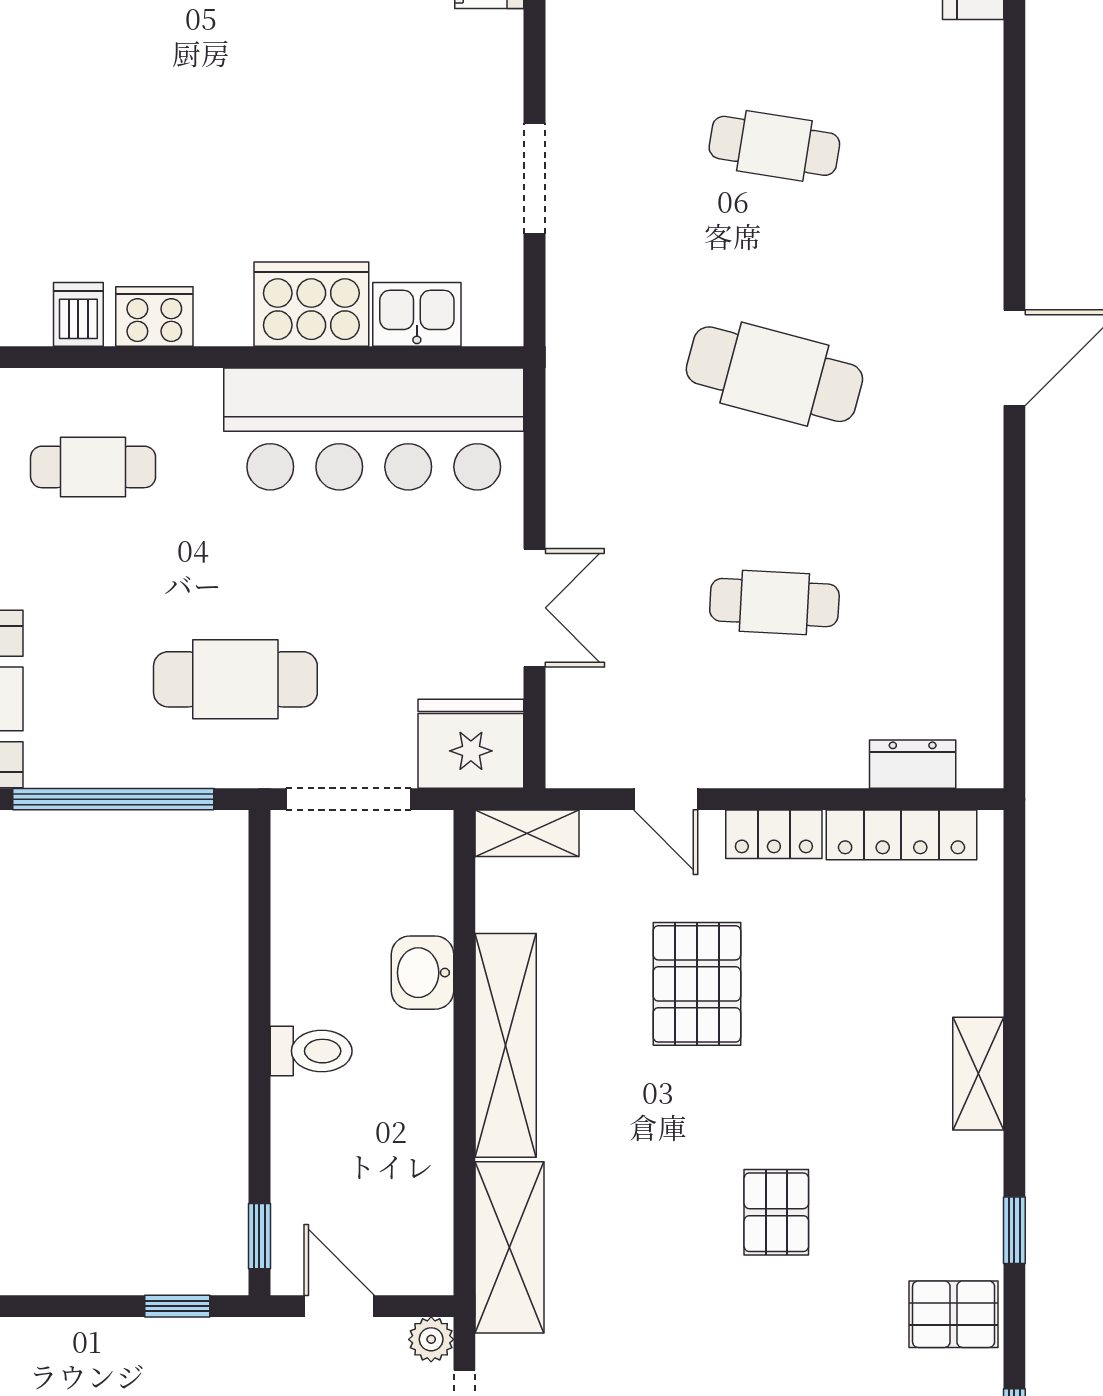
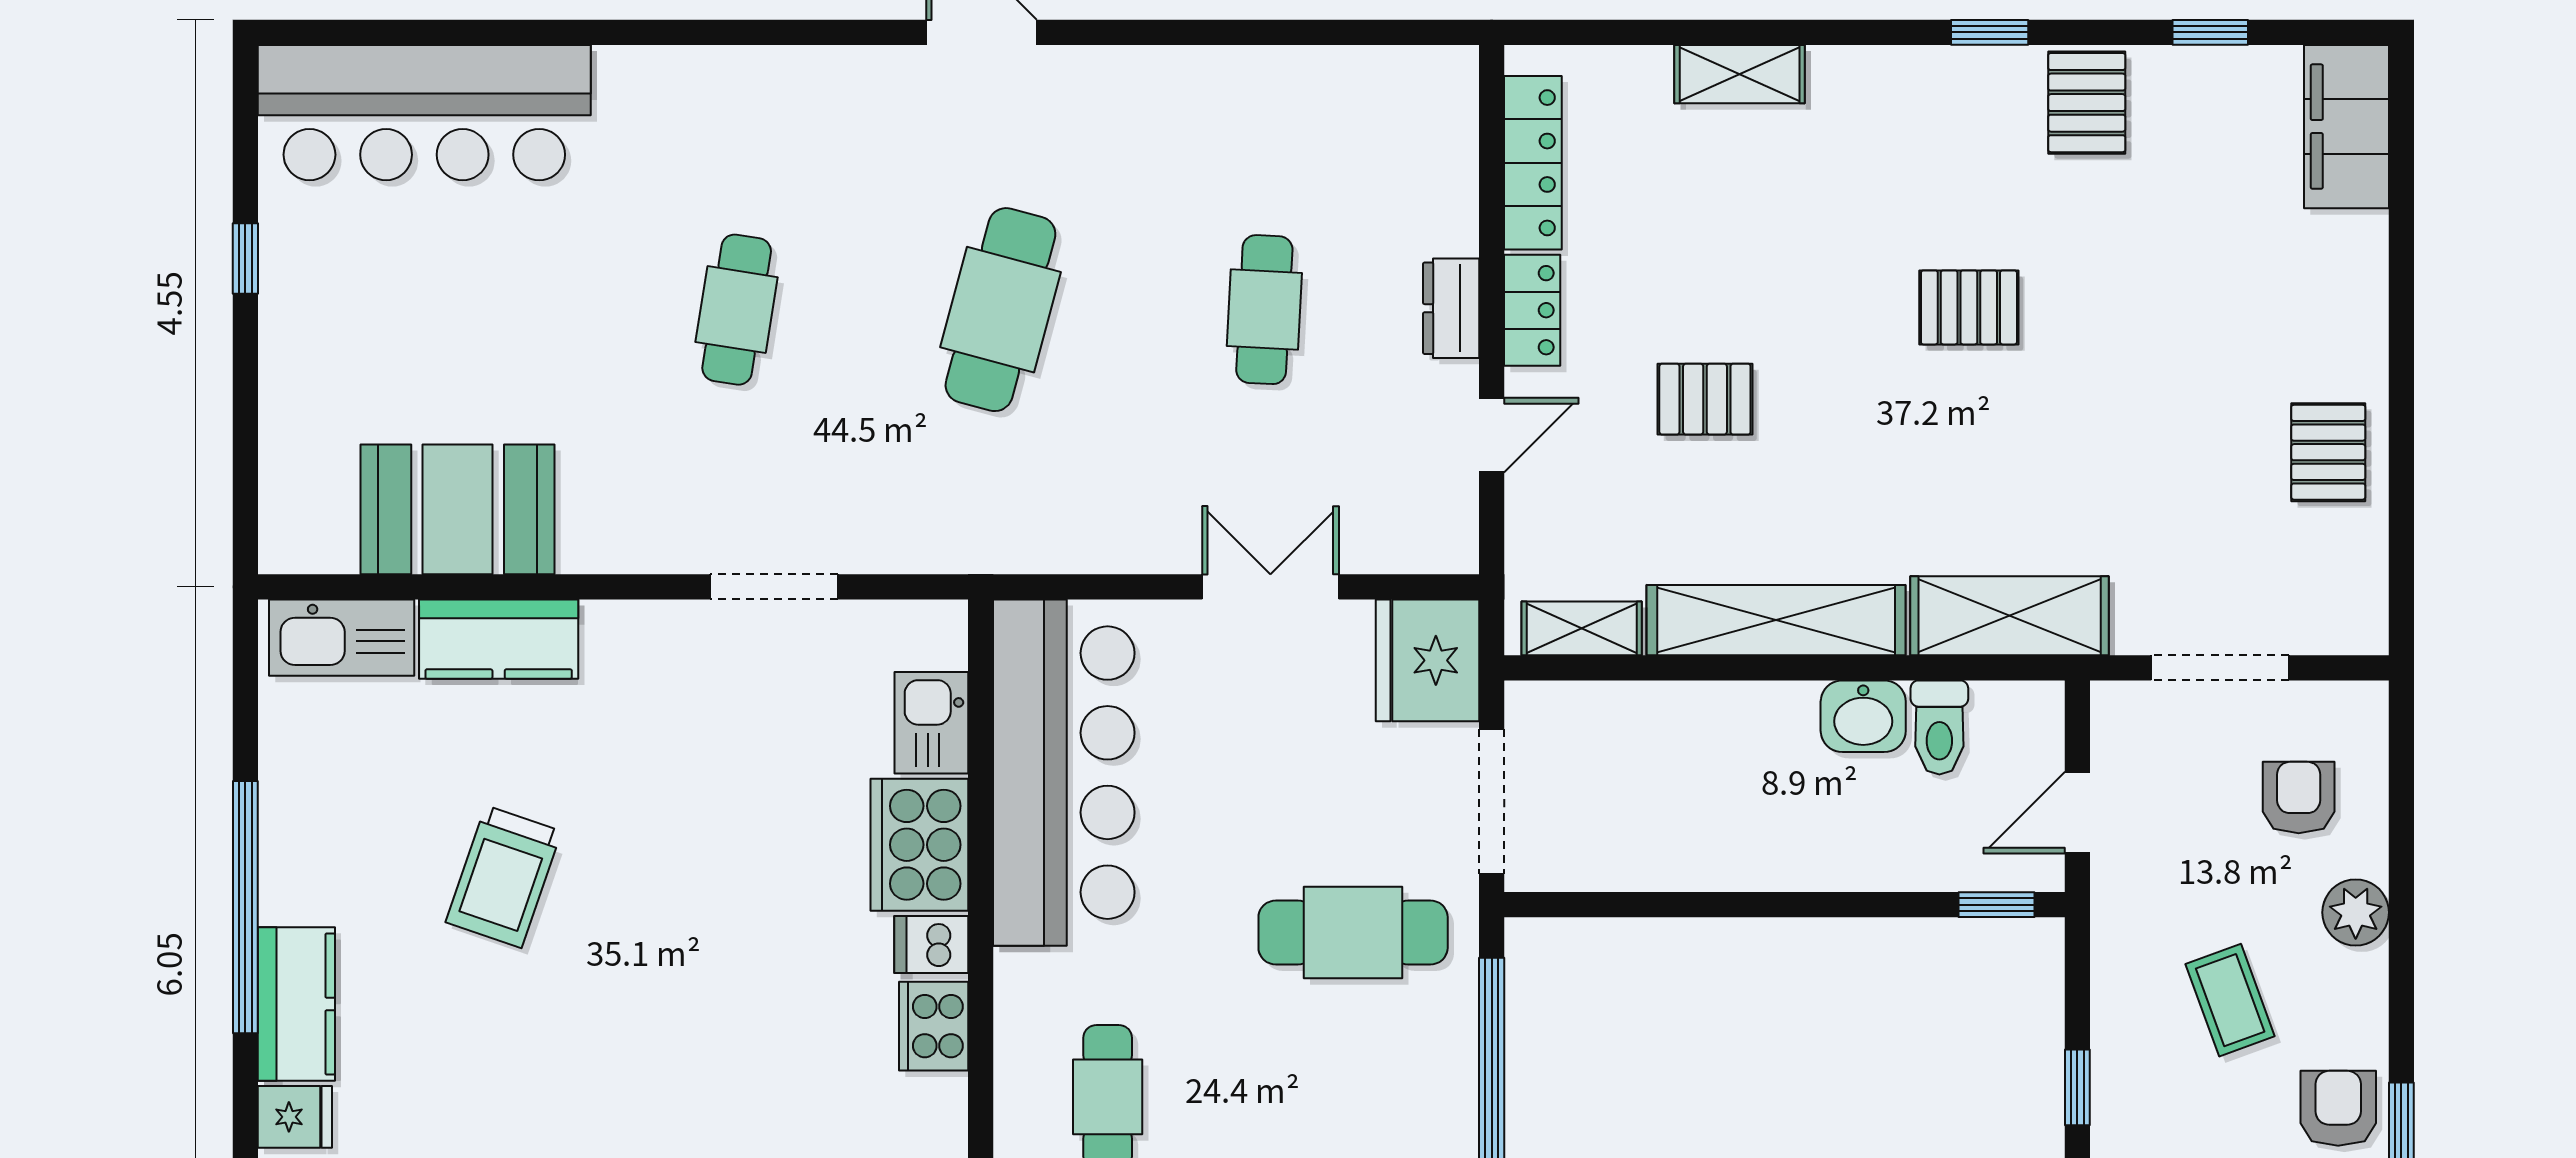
dishwasher: (78, 314) -> (931, 944), moved
cafe table: (235, 679) -> (1353, 932), turned 90
dresser: (913, 764) -> (1451, 308), moved
shelving: (527, 833) -> (1582, 628), moved, turned 90
washbasin: (422, 973) -> (1863, 716), moved
pallet: (697, 984) -> (1705, 399), width x0.67, depth x0.71
toilet: (311, 1051) -> (1939, 728), moved, turned 180
shelving: (978, 1074) -> (1740, 74), moved
window: (177, 1306) -> (2077, 1087), moved
plant: (431, 1339) -> (2116, 706), removed

